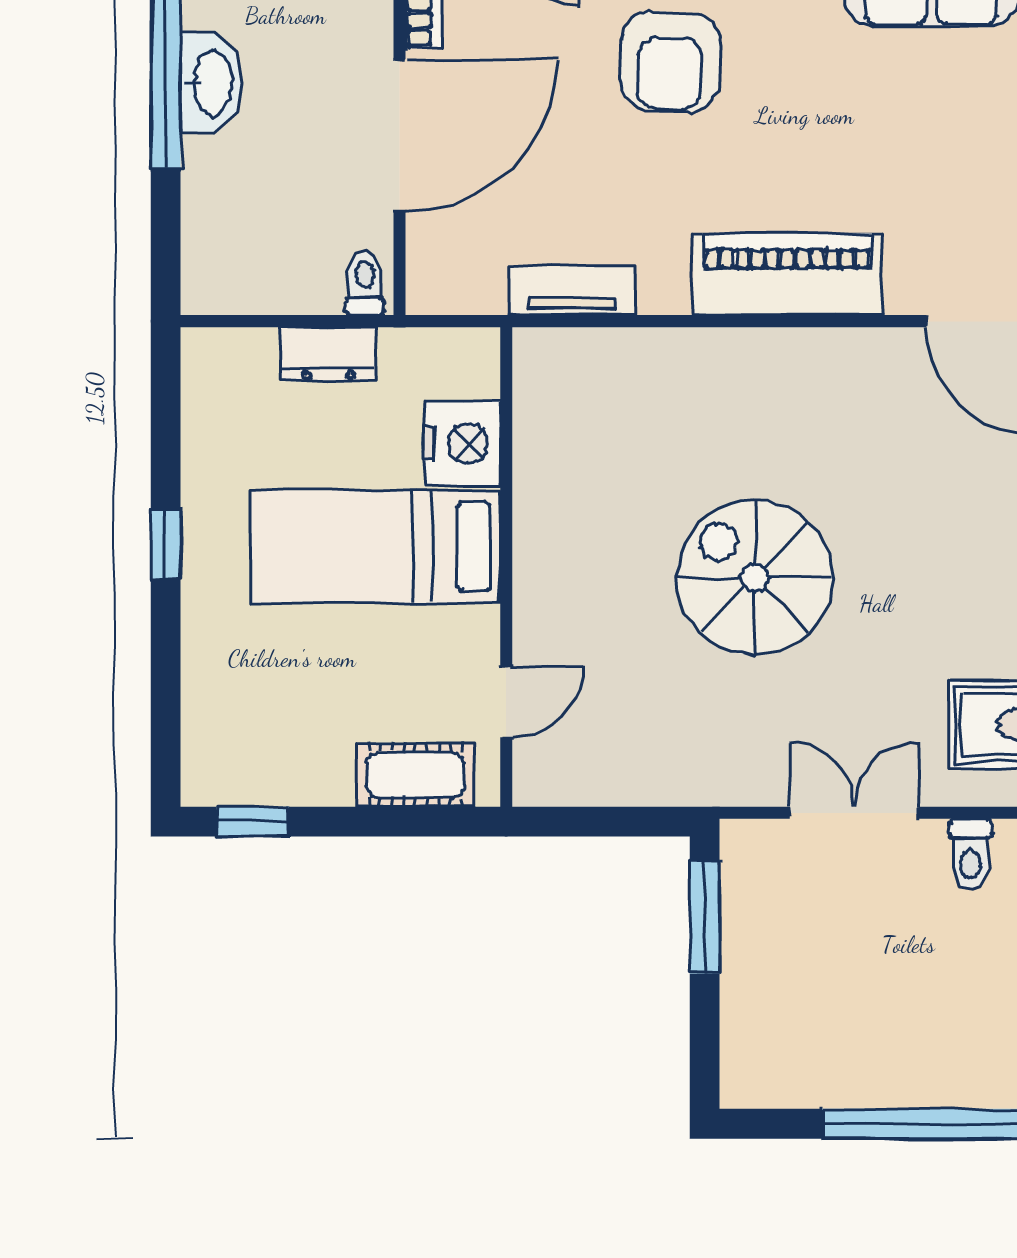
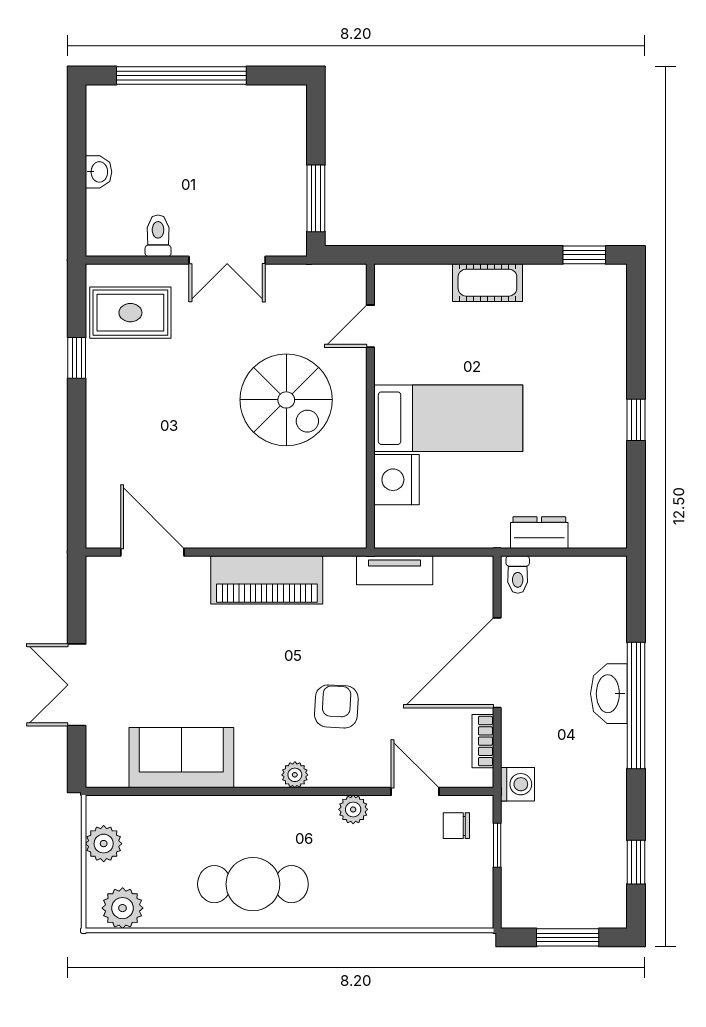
armchair: (670, 61) -> (336, 706), width x0.72, depth x0.72
nightstand: (462, 443) -> (397, 480), moved
bed: (375, 547) -> (448, 418), moved
wall: (506, 567) -> (370, 406), moved
door: (506, 702) -> (370, 326), moved

